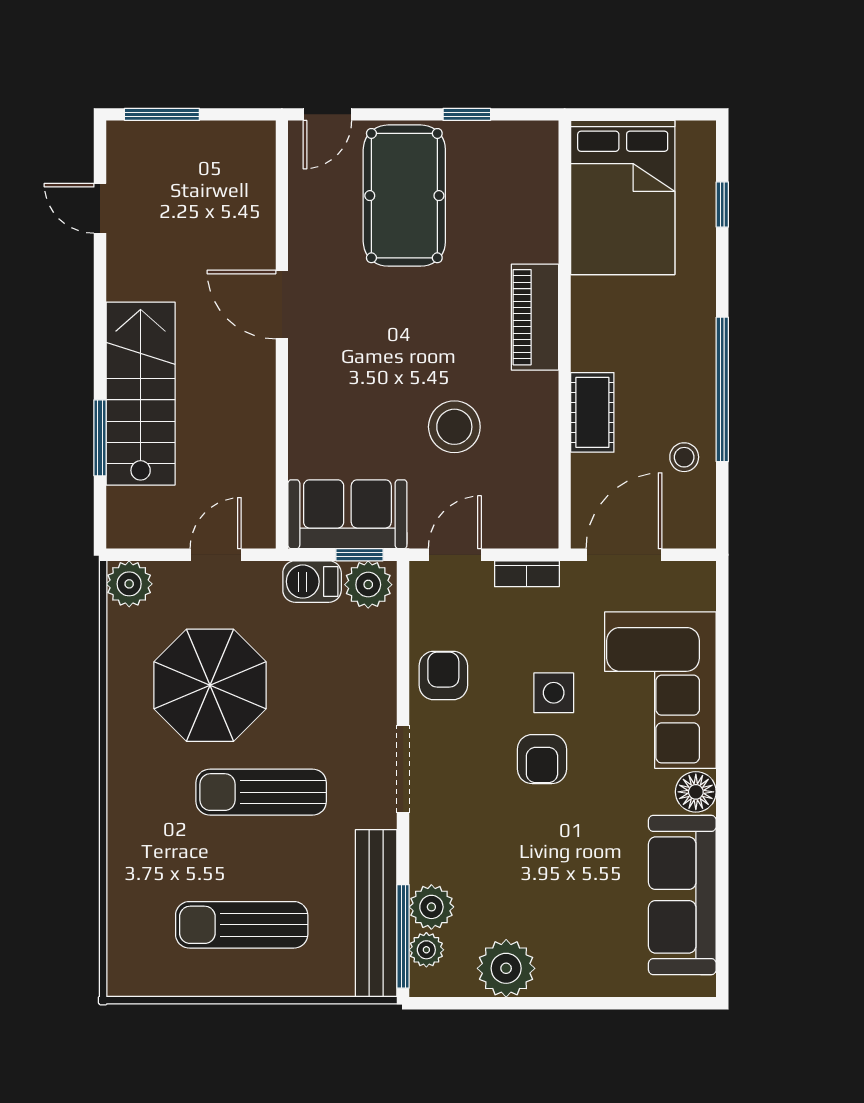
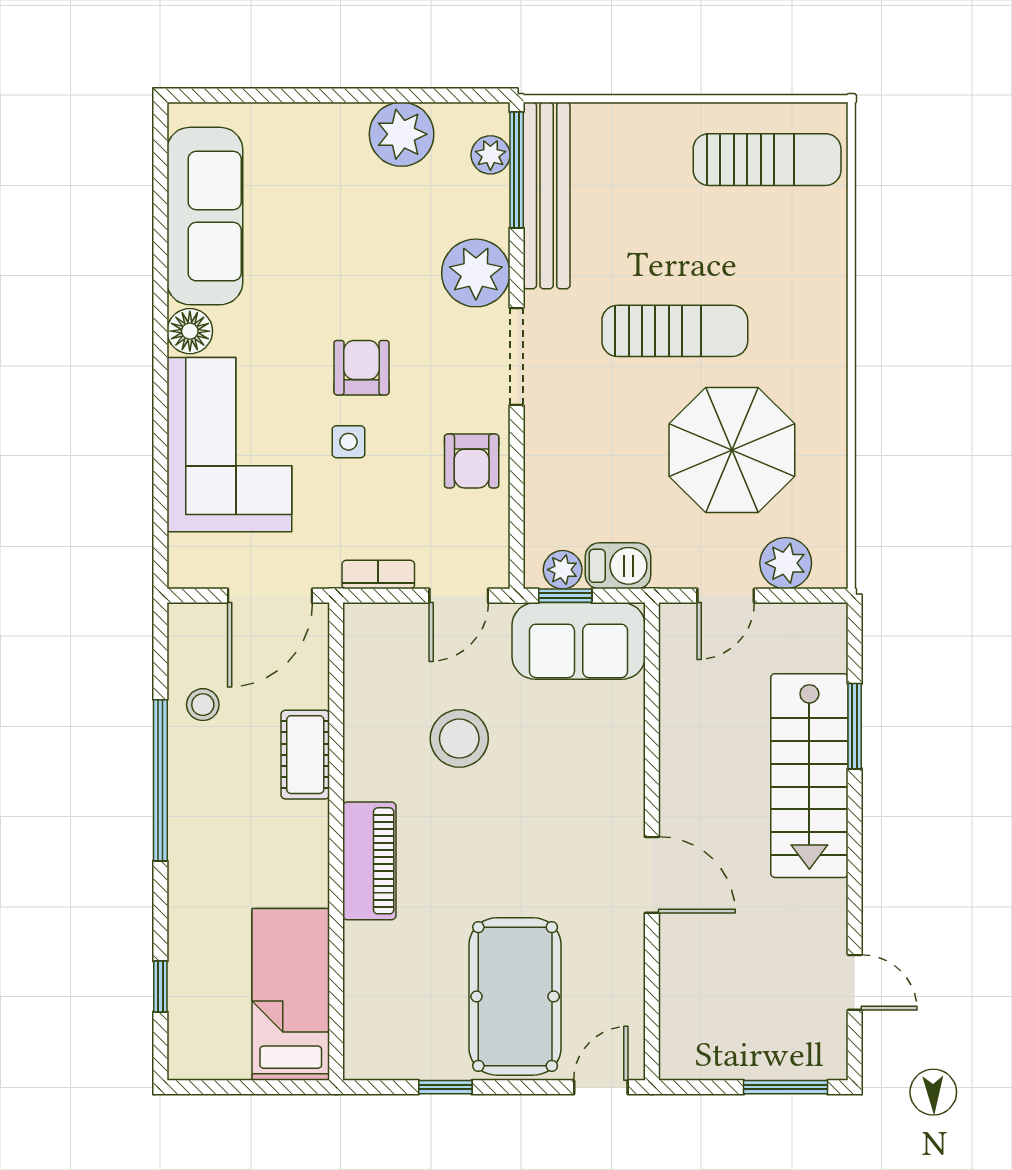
bed: (623, 198) -> (291, 994), width x0.67
plant: (129, 584) -> (786, 563), moved
plant: (368, 585) -> (563, 570), width x0.73, depth x0.73
side table: (554, 693) -> (348, 442), width x0.73, depth x0.73
plant: (431, 907) -> (476, 273), moved, width x1.36, depth x1.36
sun lounger: (242, 925) -> (767, 160), moved

